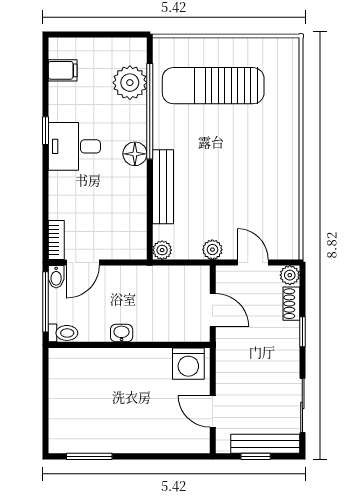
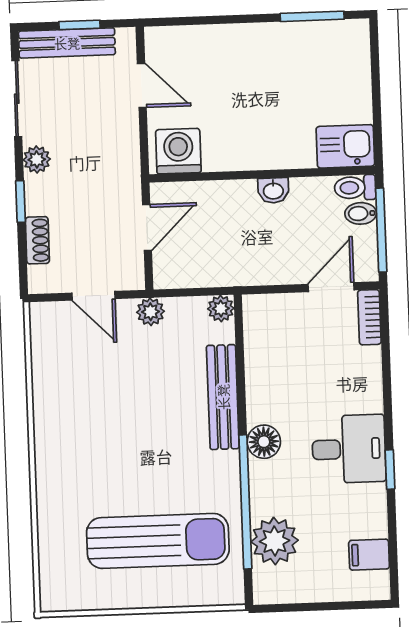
plant: (290, 275) -> (37, 159), moved
bidet: (56, 277) -> (361, 213), moved, turned -90
door: (213, 310) -> (147, 227), swing flipped
kitchen sink: (69, 363) -> (345, 146), added

